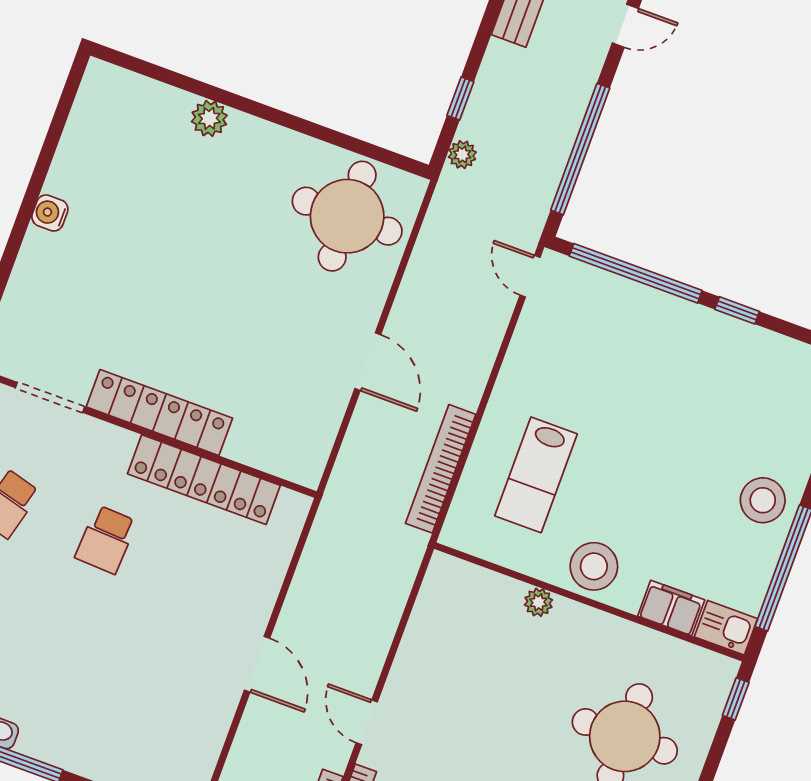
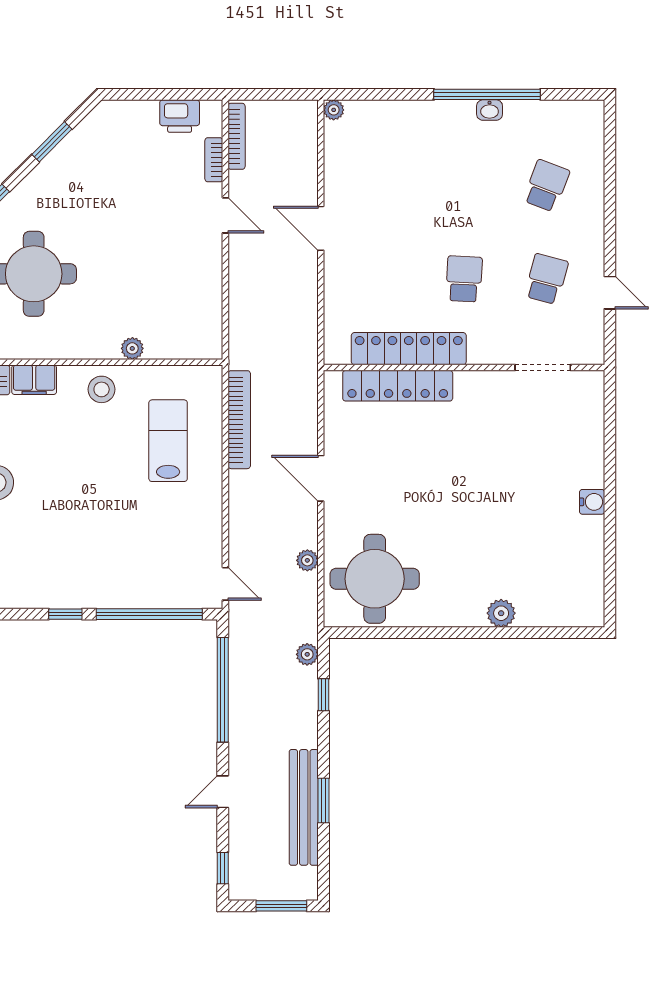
plant: (420, 268) -> (307, 560), added
locker: (159, 413) -> (398, 386), moved
stool: (594, 566) -> (102, 389), width x0.73, depth x0.73

